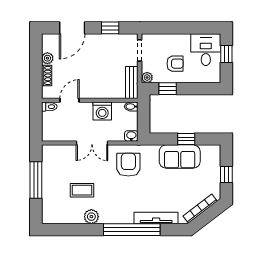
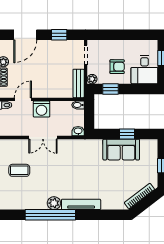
desk: (206, 50) -> (144, 70), moved, turned 180
washing machine: (102, 111) -> (42, 109), moved
armchair: (128, 165) -> (75, 157), removed
coffee table: (82, 190) -> (19, 170), moved
plant: (91, 217) -> (54, 203), moved
tv unit: (156, 218) -> (81, 204), moved
window: (132, 230) -> (50, 215), moved

